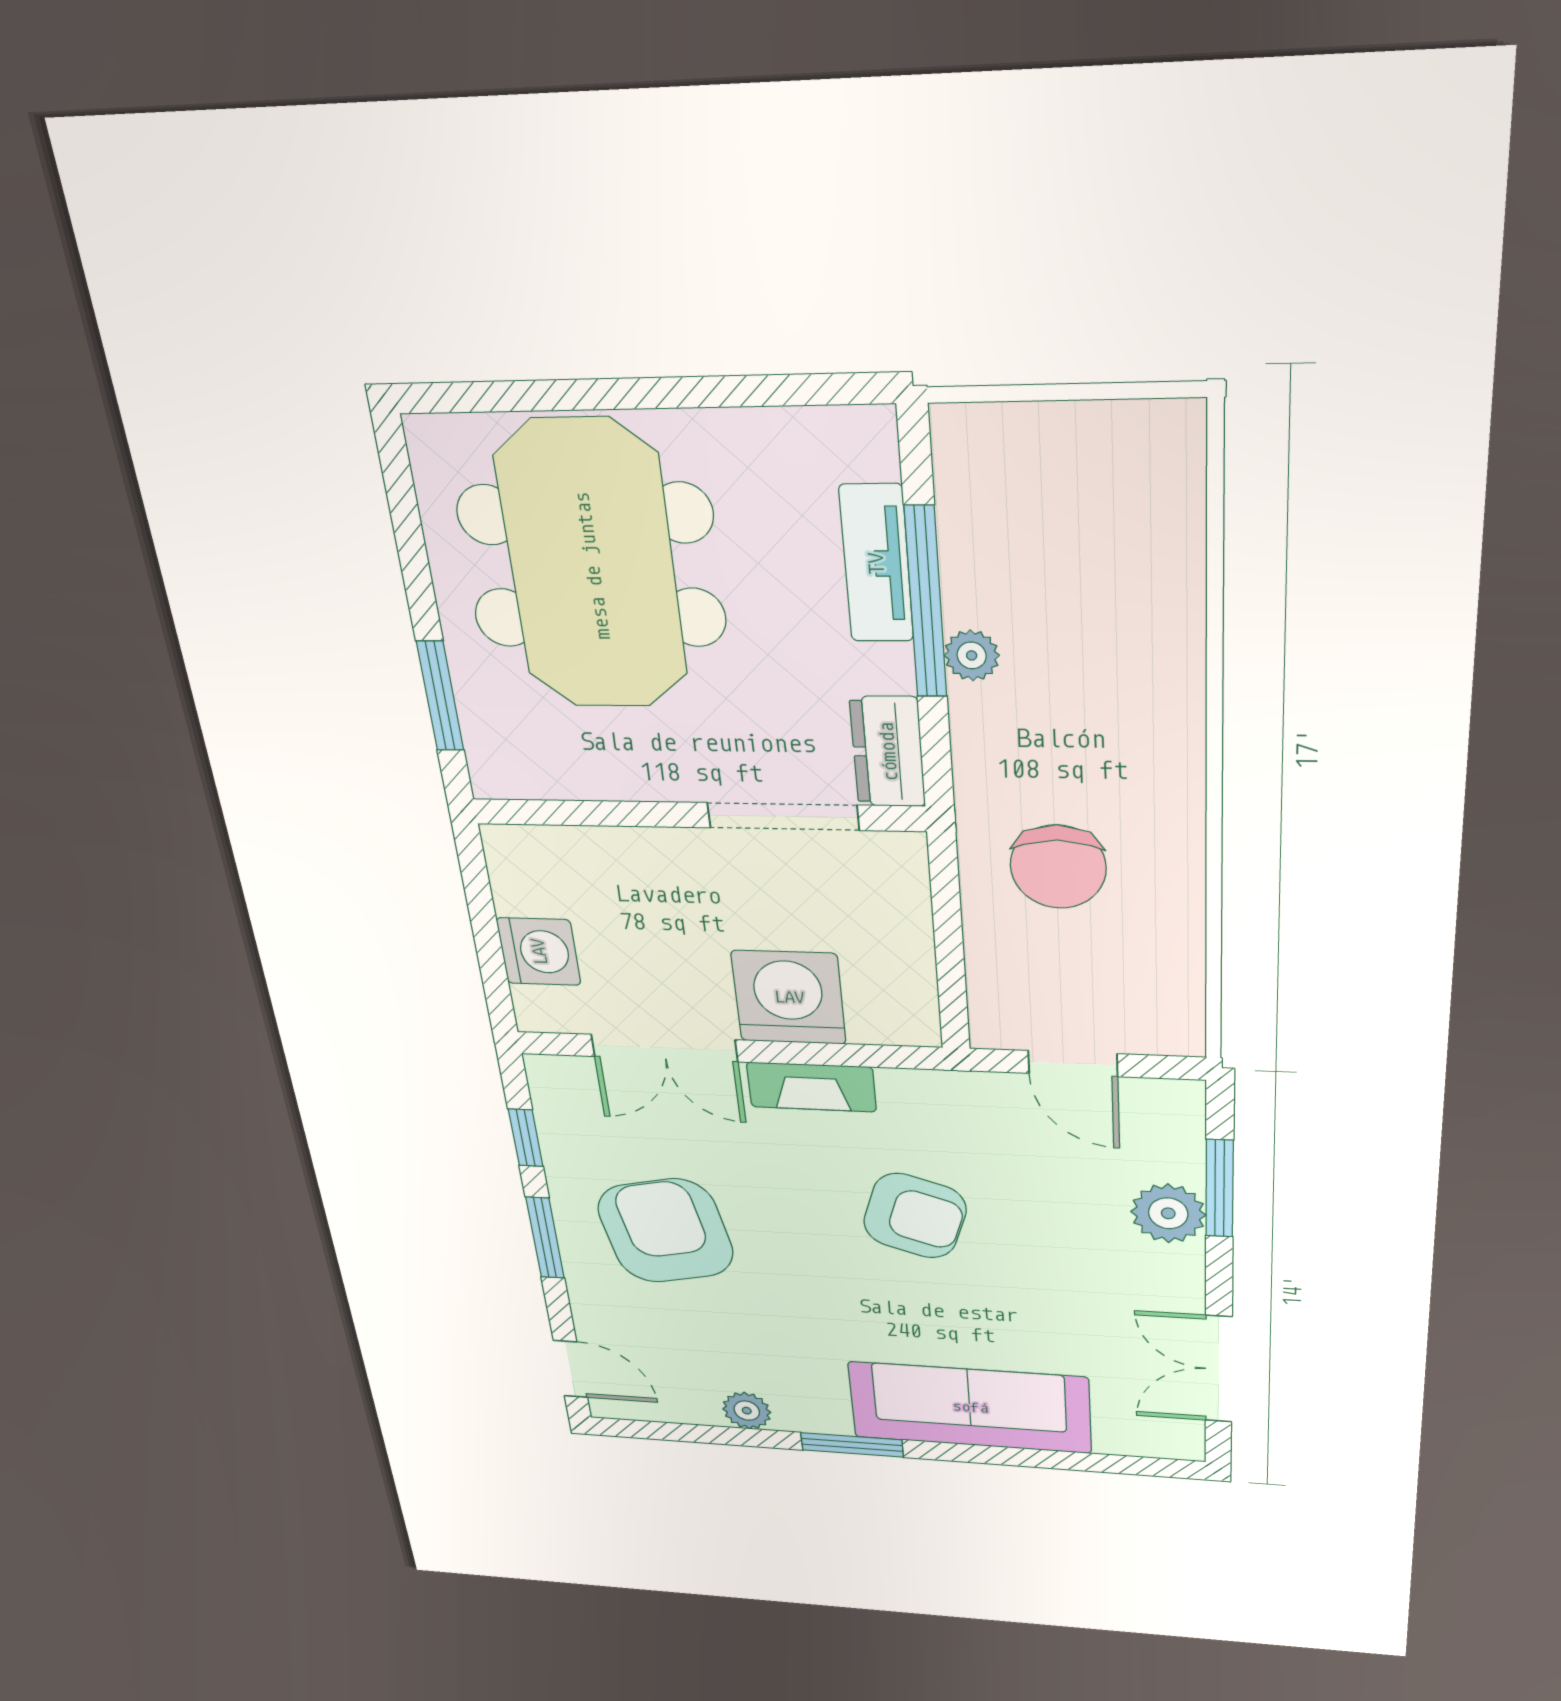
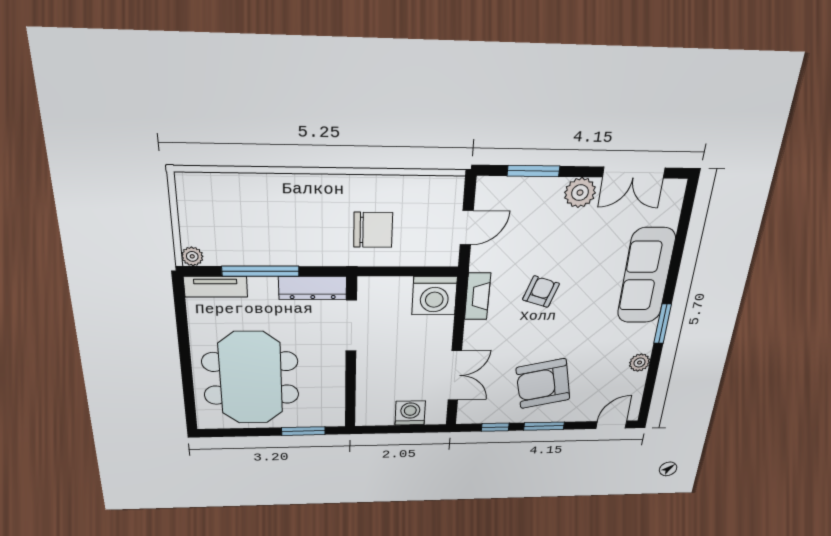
tv unit: (876, 564) -> (216, 287), moved
meeting table: (592, 566) -> (251, 378), turned 90
plant: (972, 655) -> (192, 256), moved
dresser: (888, 752) -> (313, 288), width x1.44
washing machine: (789, 997) -> (435, 296), moved, turned -90
fireplace: (811, 1087) -> (478, 296), moved
plant: (1168, 1213) -> (580, 193), moved
armchair: (915, 1216) -> (541, 292), width x0.72, depth x0.72

